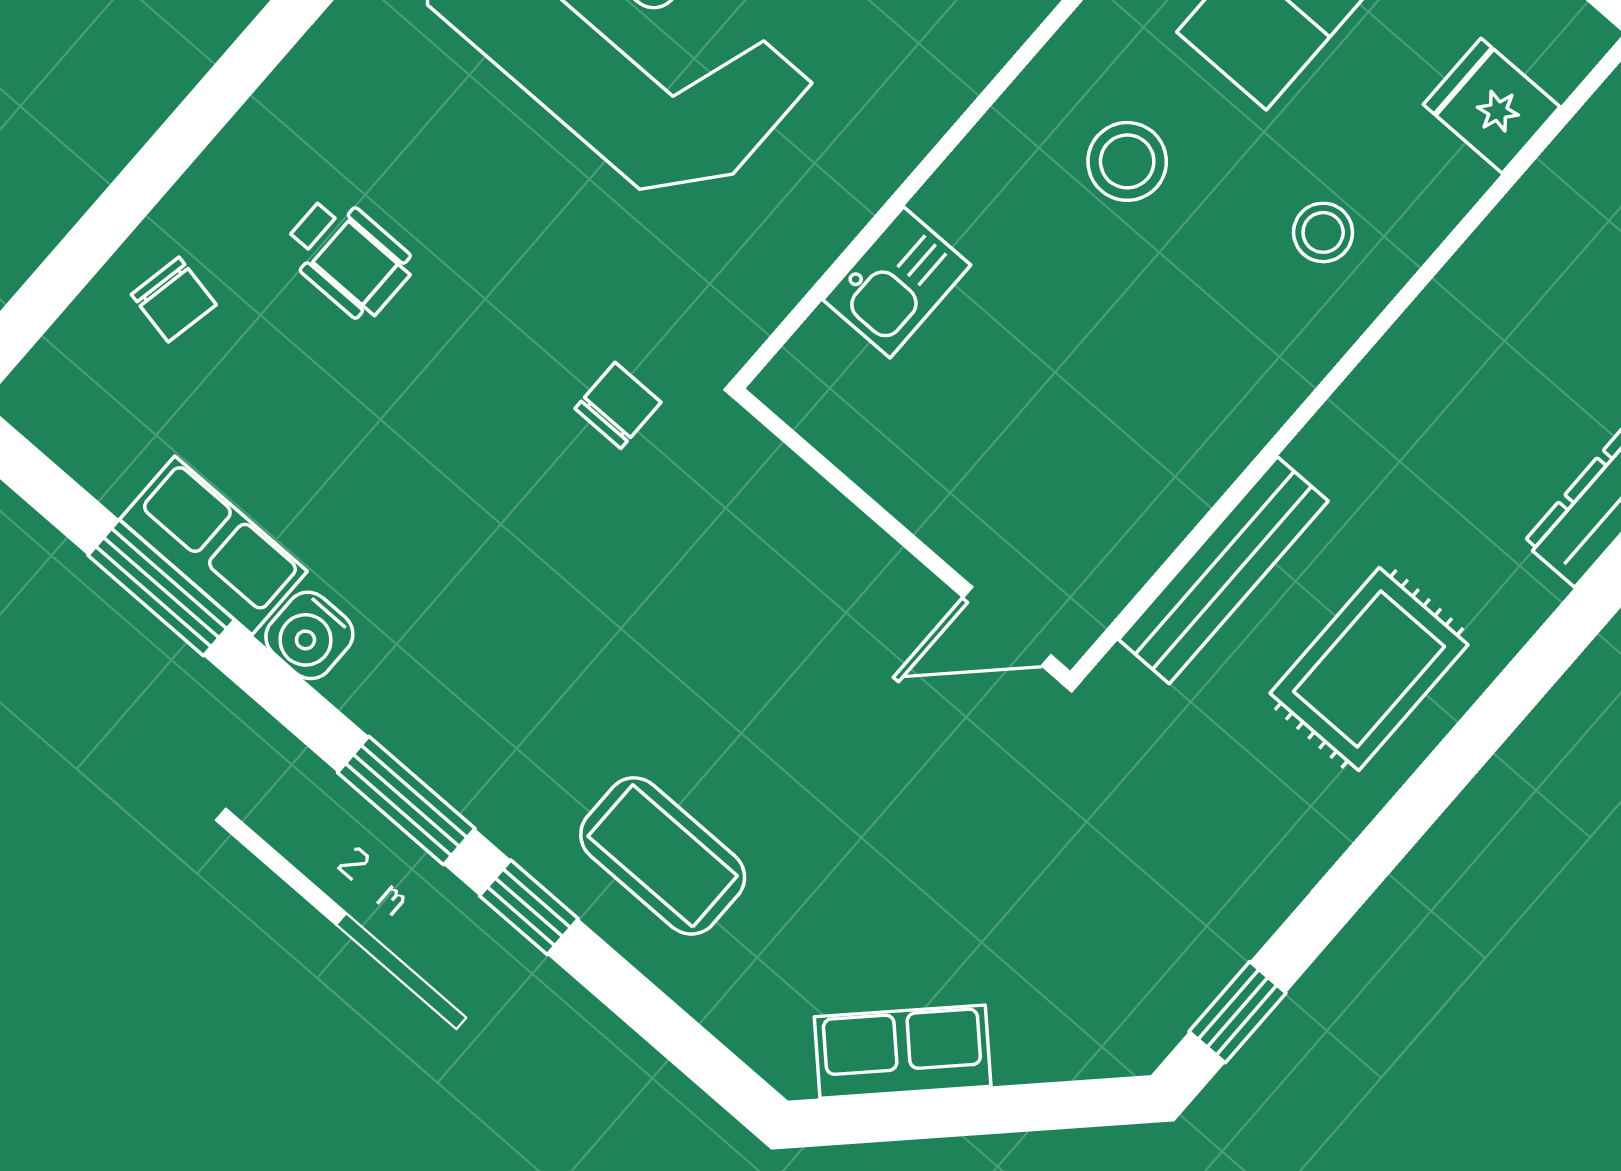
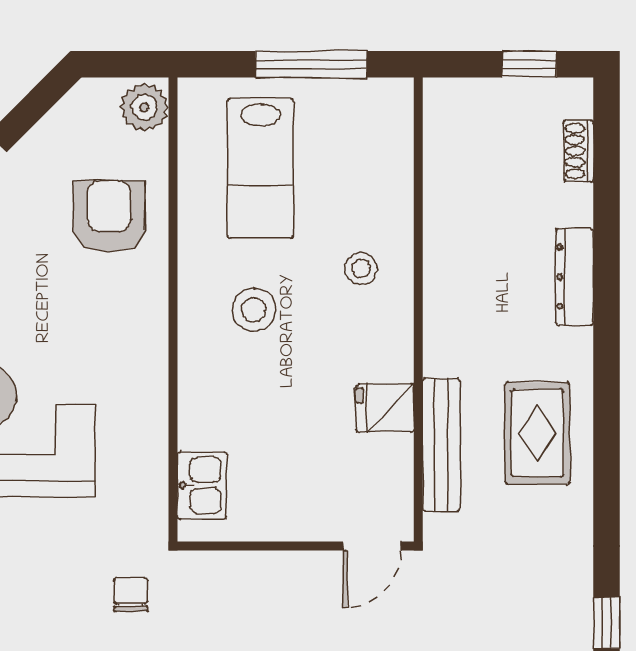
fridge: (1492, 106) -> (385, 408), moved
kitchen sink: (897, 282) -> (202, 485), moved

